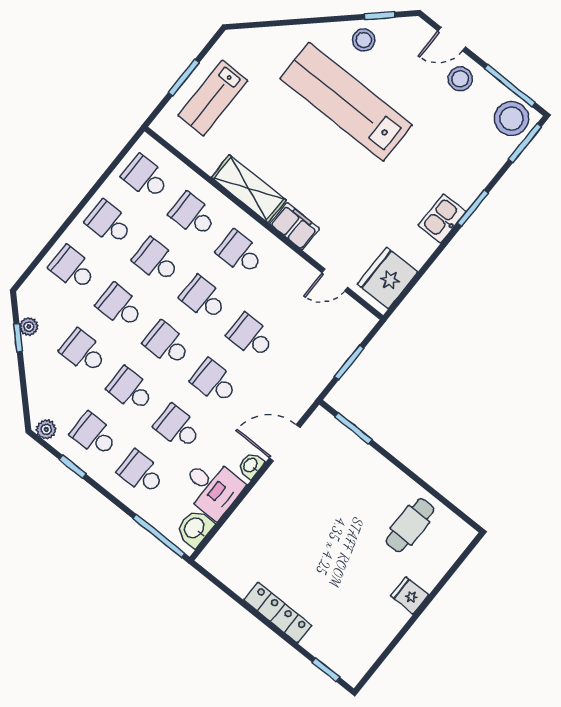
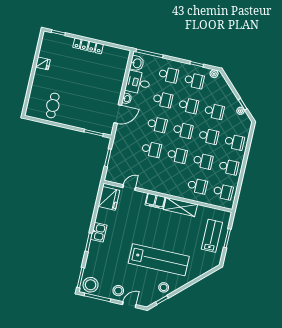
school desk: (240, 253) -> (172, 180), removed
fridge: (410, 595) -> (43, 63), moved

